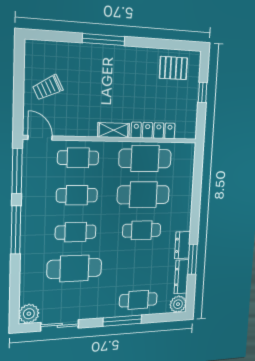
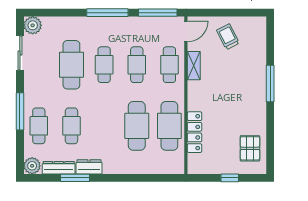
shelving: (114, 130) -> (194, 66), moved
cafe table: (142, 230) -> (71, 126), moved

